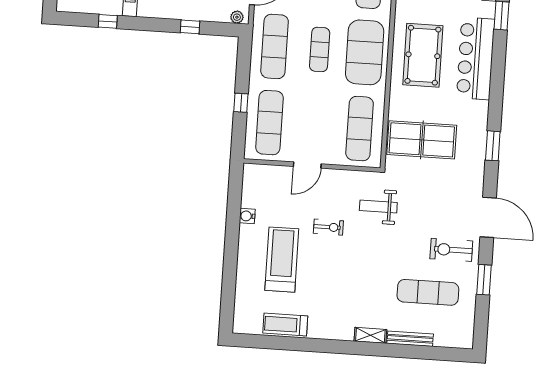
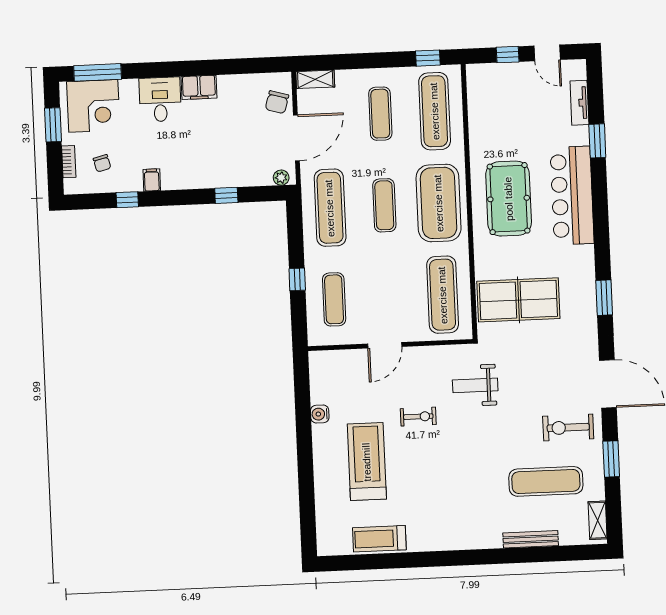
exercise mat: (270, 123) -> (334, 299), width x0.73, depth x0.69
shelving: (370, 335) -> (598, 520), moved, turned 90

